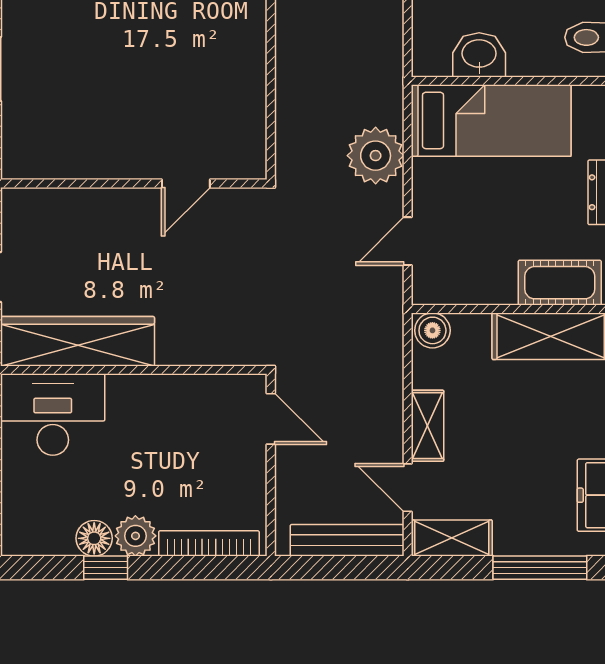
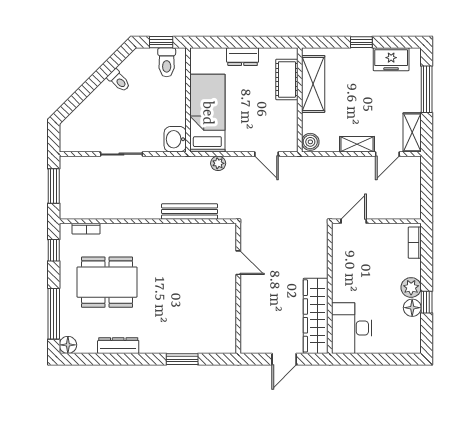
washbasin: (479, 55) -> (175, 139), moved
plant: (376, 156) -> (218, 163), width x0.53, depth x0.53
bench: (347, 540) -> (190, 211), moved, turned 90
bookcase: (209, 543) -> (415, 243), width x0.64

